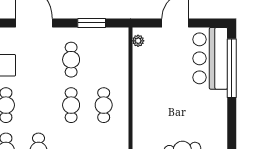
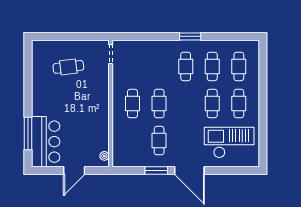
window: (92, 23) -> (156, 171), moved
window: (232, 68) -> (28, 134), width x0.68

